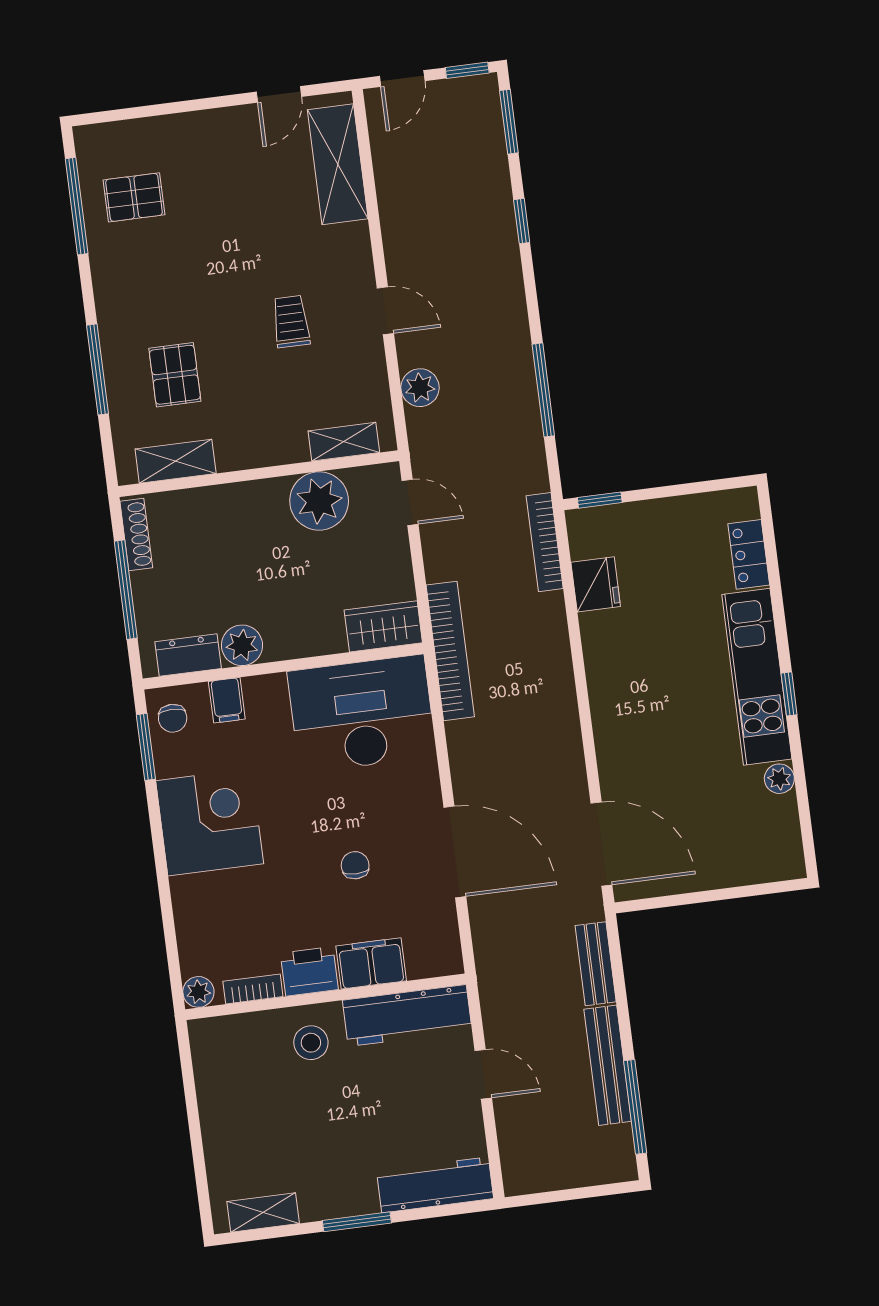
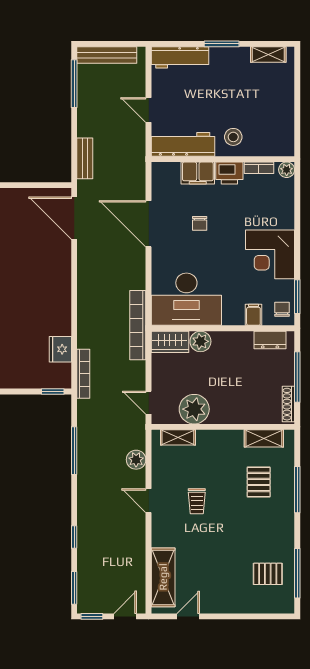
plant: (242, 645) -> (200, 341), moved
bench: (608, 1065) -> (107, 55), moved, turned 90

